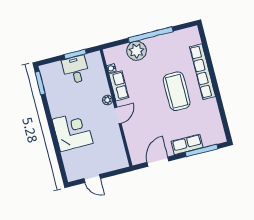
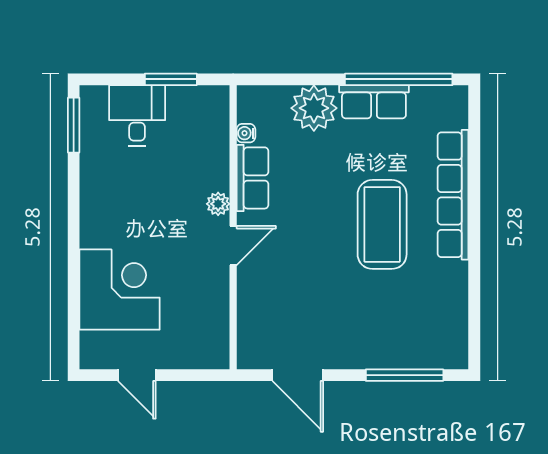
window: (151, 35) -> (399, 79), moved
desk: (76, 70) -> (137, 115), moved
corner desk: (73, 131) -> (120, 290), moved
row of seats: (187, 144) -> (374, 102), moved, turned 180
door: (158, 162) -> (298, 375), swing flipped

